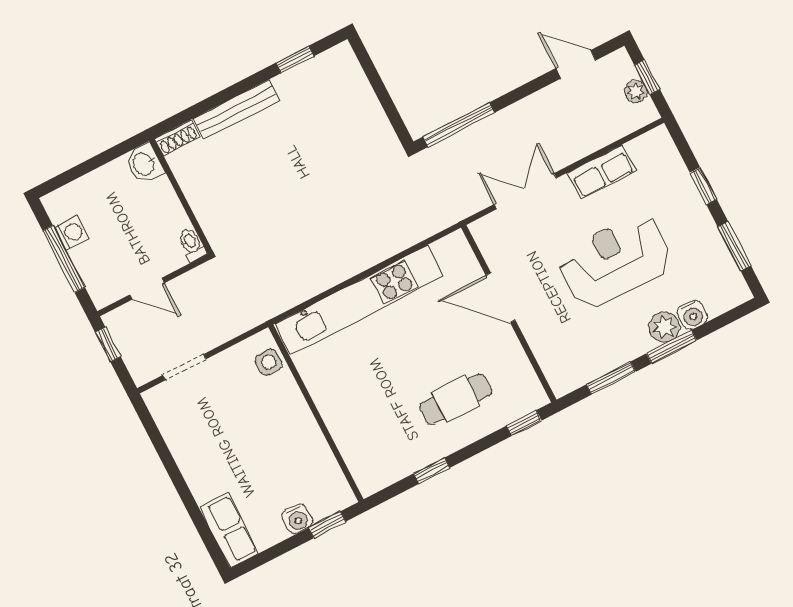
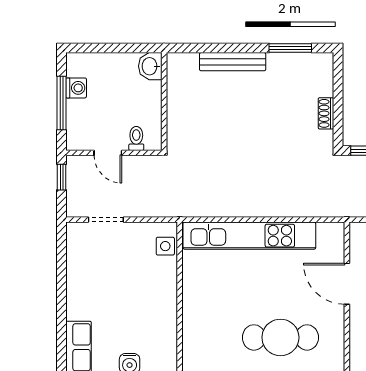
window: (295, 60) -> (290, 48), width x1.50
shoe rack: (177, 138) -> (326, 113), moved, turned 90
toilet: (192, 245) -> (136, 138), moved
cafe table: (456, 399) -> (280, 337), width x1.37, depth x1.35

